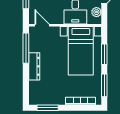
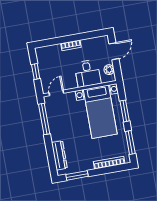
door: (42, 25) -> (56, 93), hinge flipped
dresser: (34, 66) -> (59, 155), moved

